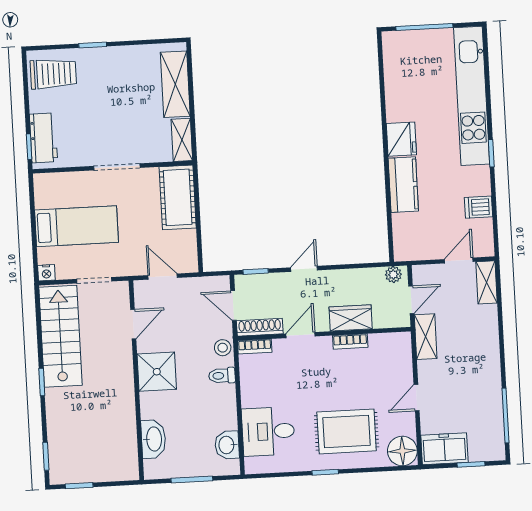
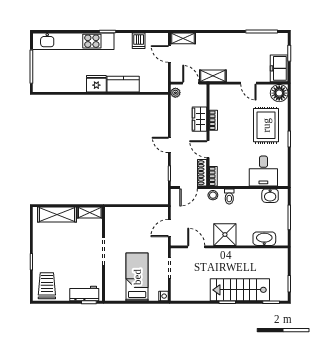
cot: (178, 197) -> (123, 217), removed
stairs: (60, 336) -> (240, 290), moved

